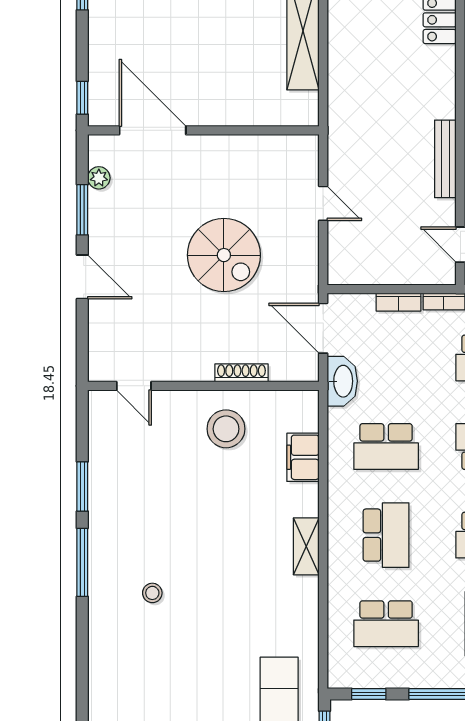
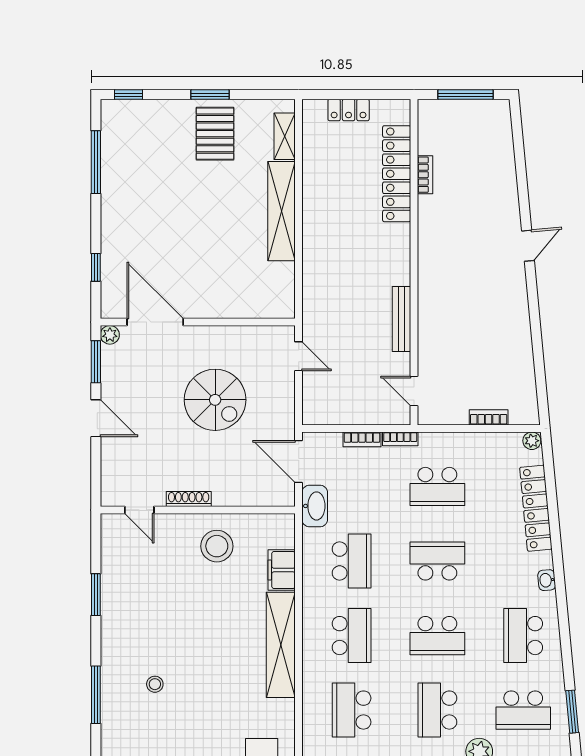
door: (153, 130) -> (155, 322), moved
wall: (203, 130) -> (198, 322), moved
shoe rack: (241, 373) -> (189, 499), moved
school desk: (386, 447) -> (352, 561), turned -90
shelving: (306, 546) -> (281, 645), width x2.20, depth x1.33
window: (82, 562) -> (96, 695), moved
school desk: (386, 624) -> (352, 710), turned 90

